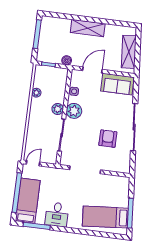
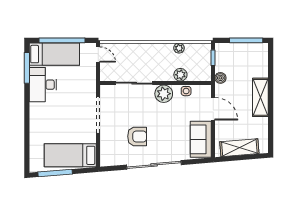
plant: (58, 109) -> (180, 75), moved
desk: (57, 214) -> (43, 85), width x1.37
bed: (105, 217) -> (70, 155), moved, turned -85

